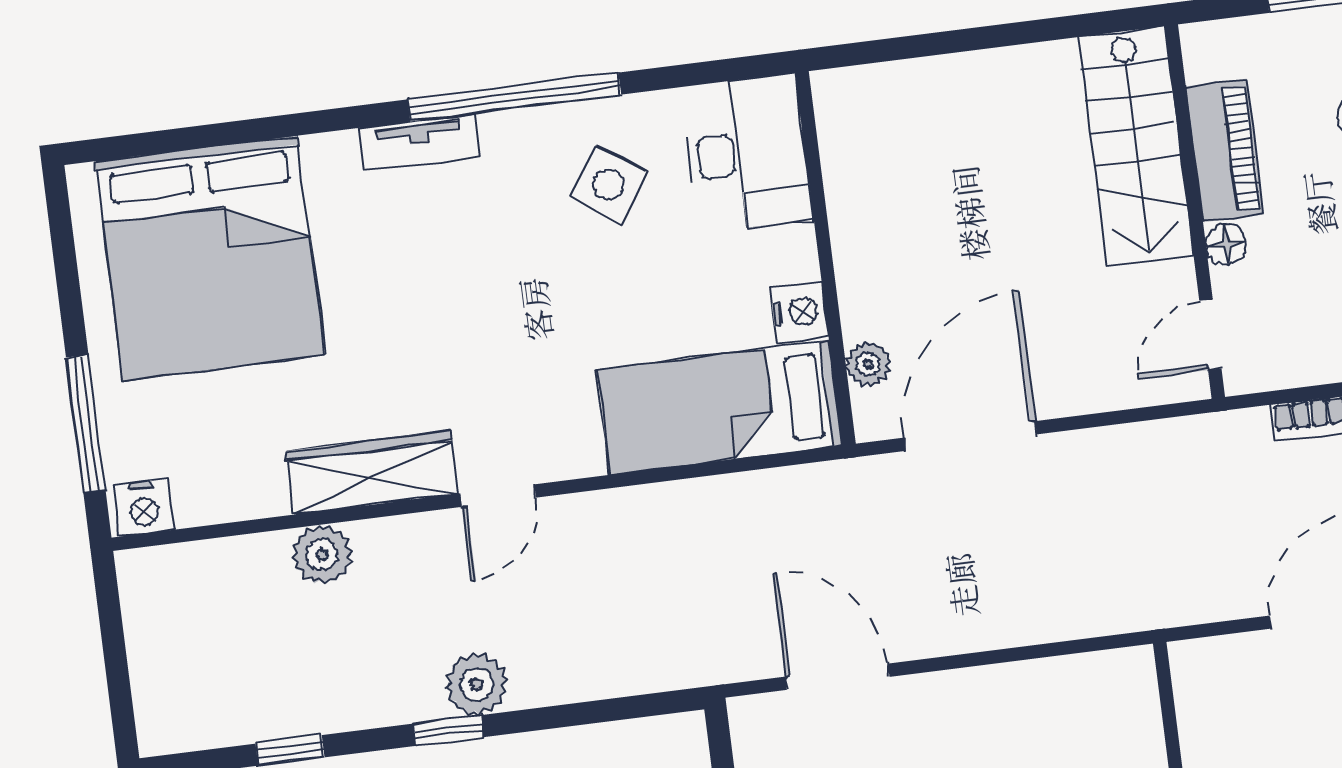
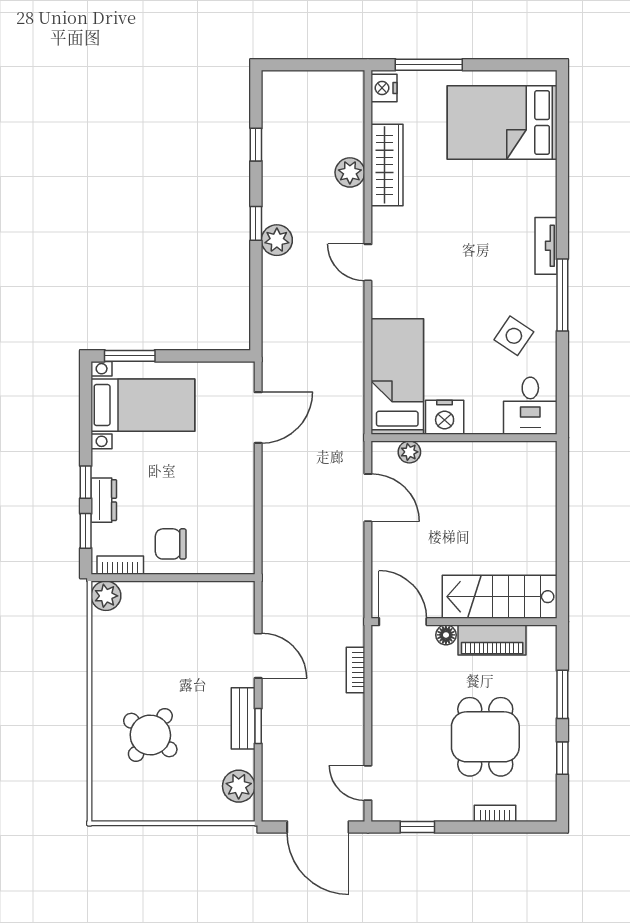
window: (514, 97) -> (562, 295), width x0.68
desk: (747, 153) -> (530, 406), width x0.73
bed: (210, 258) -> (502, 122), width x0.73
nightstand: (799, 312) -> (445, 417), width x1.36, depth x1.33
door: (1210, 335) -> (403, 622), width x1.38
door: (970, 436) -> (368, 498), width x0.73
wardrobe: (372, 473) -> (387, 165), moved

